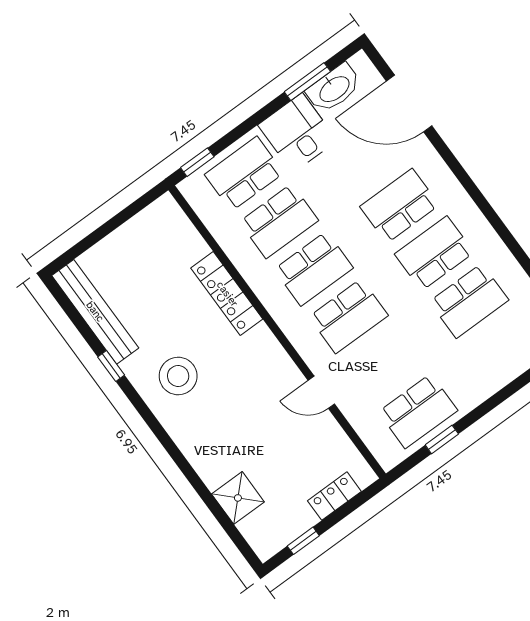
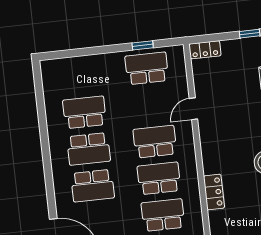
locker: (227, 294) -> (214, 192), width x0.66
door: (321, 392) -> (193, 109), swing flipped
locker: (334, 496) -> (205, 50), moved

